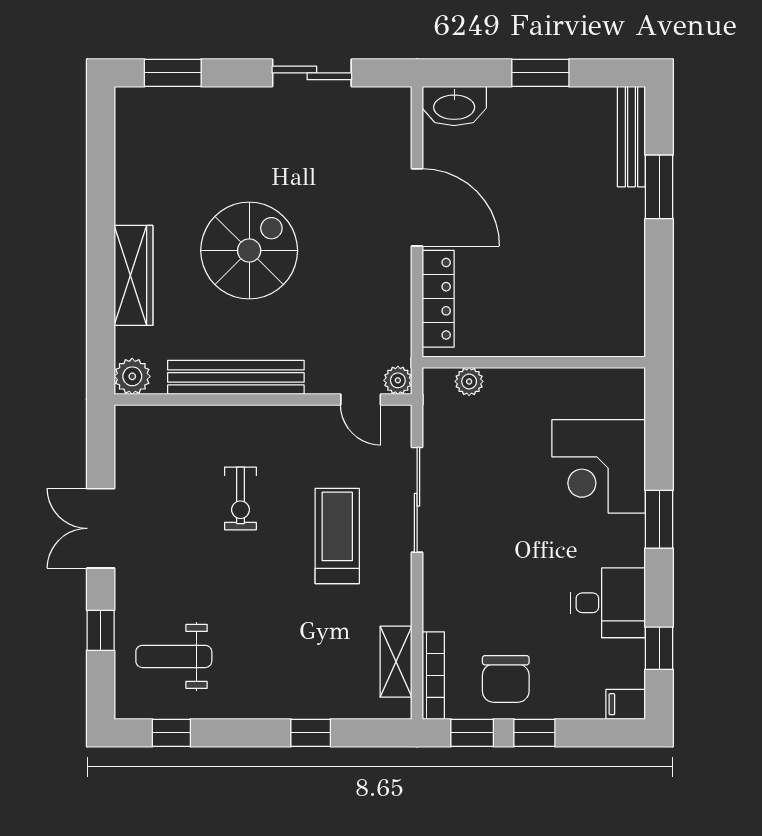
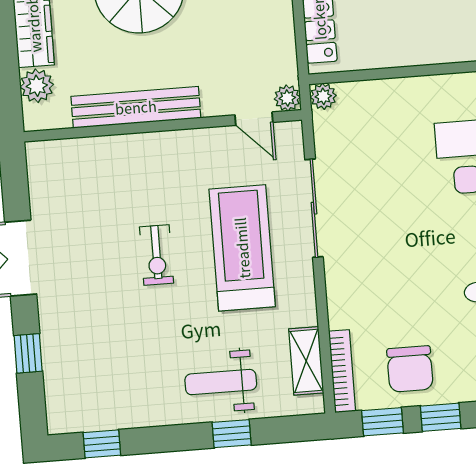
plant: (132, 376) -> (37, 86), moved
plant: (469, 381) -> (323, 96), moved
exercise bike: (240, 498) -> (157, 255), moved
treadmill: (337, 536) -> (242, 248), width x1.37, depth x1.38
weight bench: (174, 656) -> (221, 382), moved

